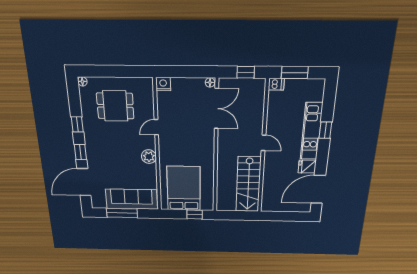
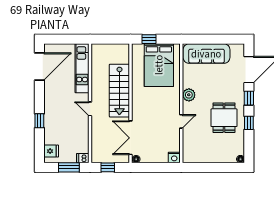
dining table: (115, 106) -> (224, 118), moved, turned 90
kitchen unit: (311, 131) -> (82, 68), moved, turned 180
fridge: (307, 167) -> (51, 151), moved
stairs: (248, 184) -> (119, 91), moved, turned 180
window: (122, 213) -> (216, 39), removed

